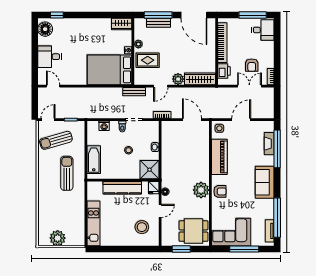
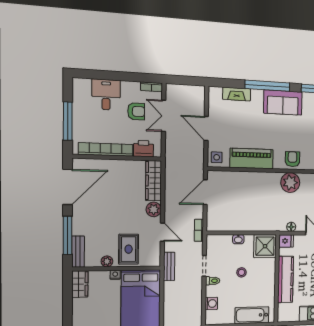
window: (253, 15) -> (68, 121), moved
bench: (159, 23) -> (78, 252), moved
desk: (263, 30) -> (106, 95), moved
window: (277, 149) -> (267, 86), moved

